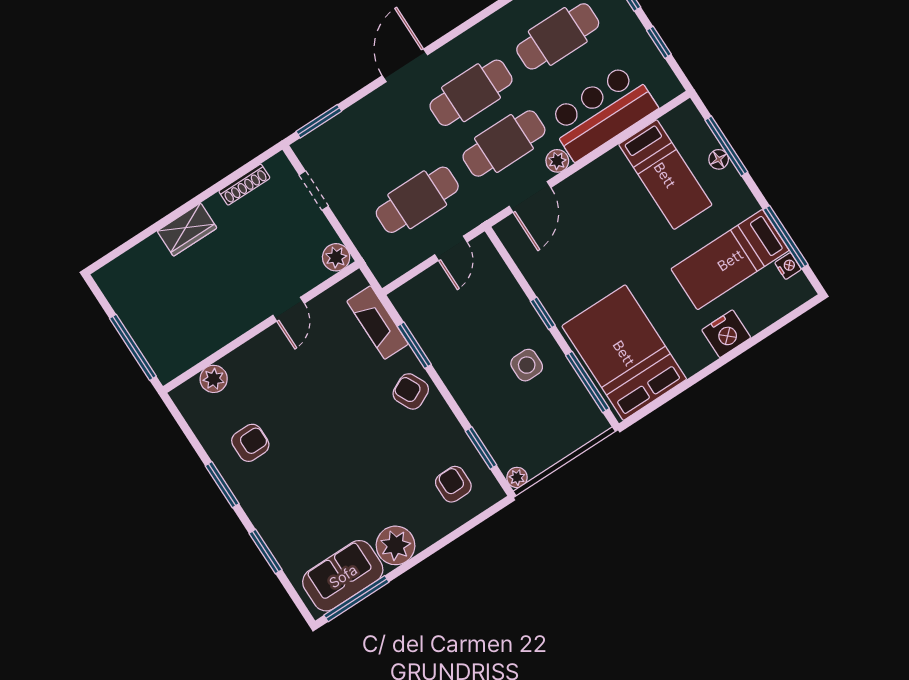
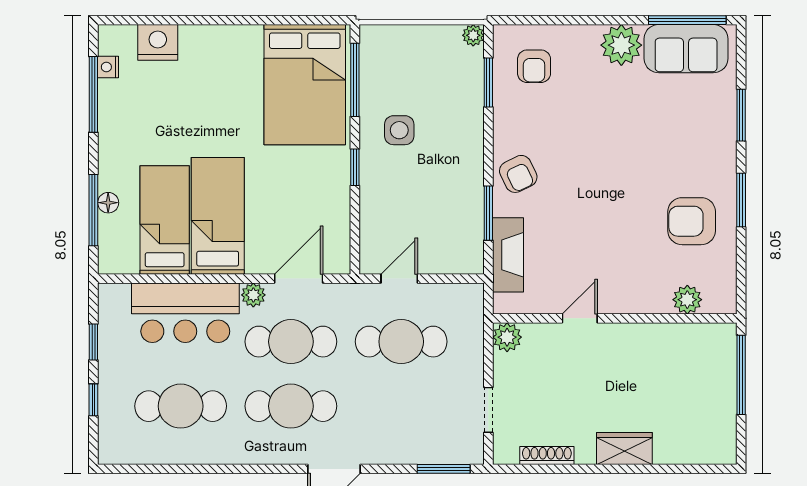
bed: (730, 260) -> (218, 216), moved, turned -90
nightstand: (726, 334) -> (158, 42), moved
armchair: (250, 443) -> (692, 221), width x1.38, depth x1.38

